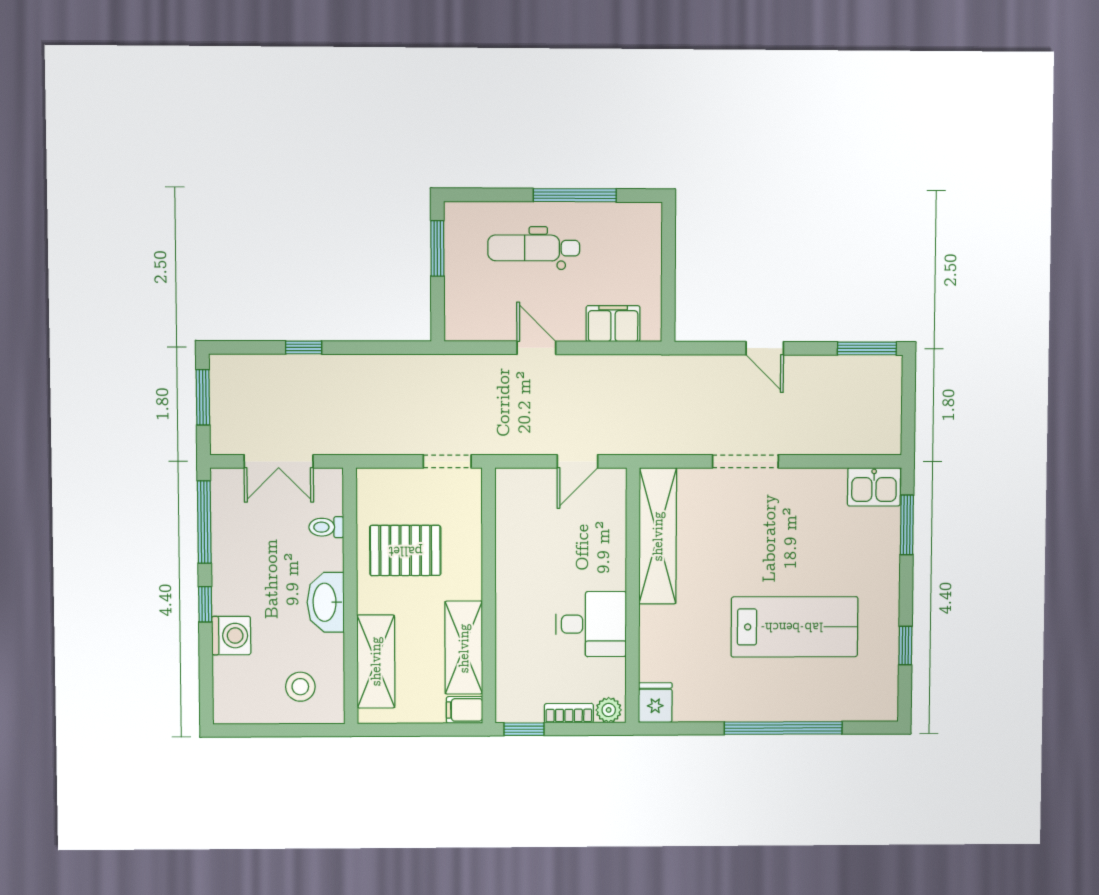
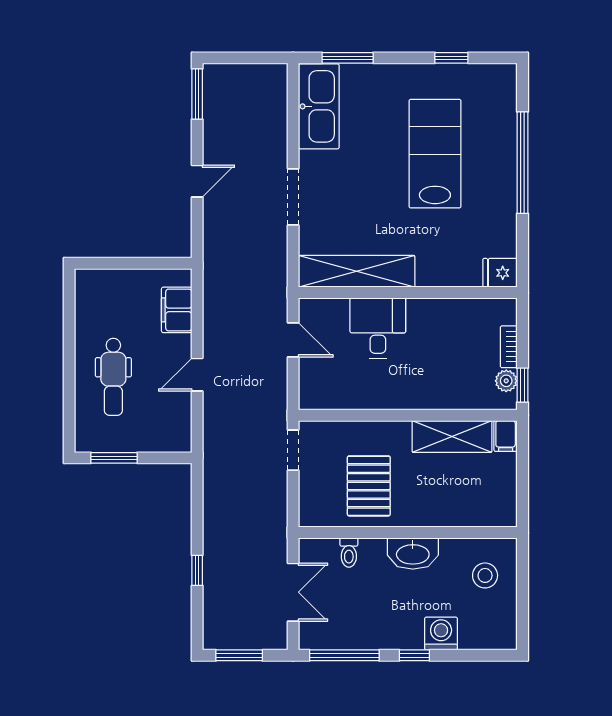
window: (575, 195) -> (69, 342), removed
kitchen sink: (874, 487) -> (319, 106), width x1.88, depth x1.24
desk: (591, 624) -> (378, 328), moved
shelving: (376, 661) -> (464, 511), removed
plant: (609, 710) -> (506, 381), moved

